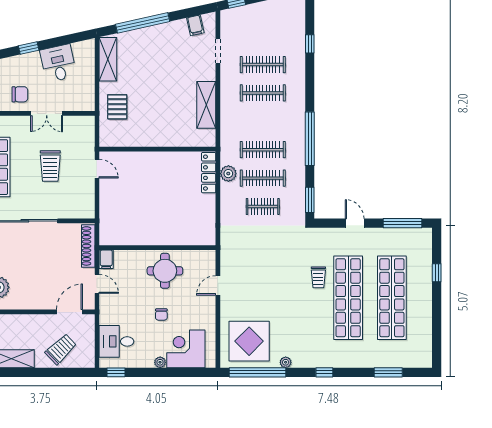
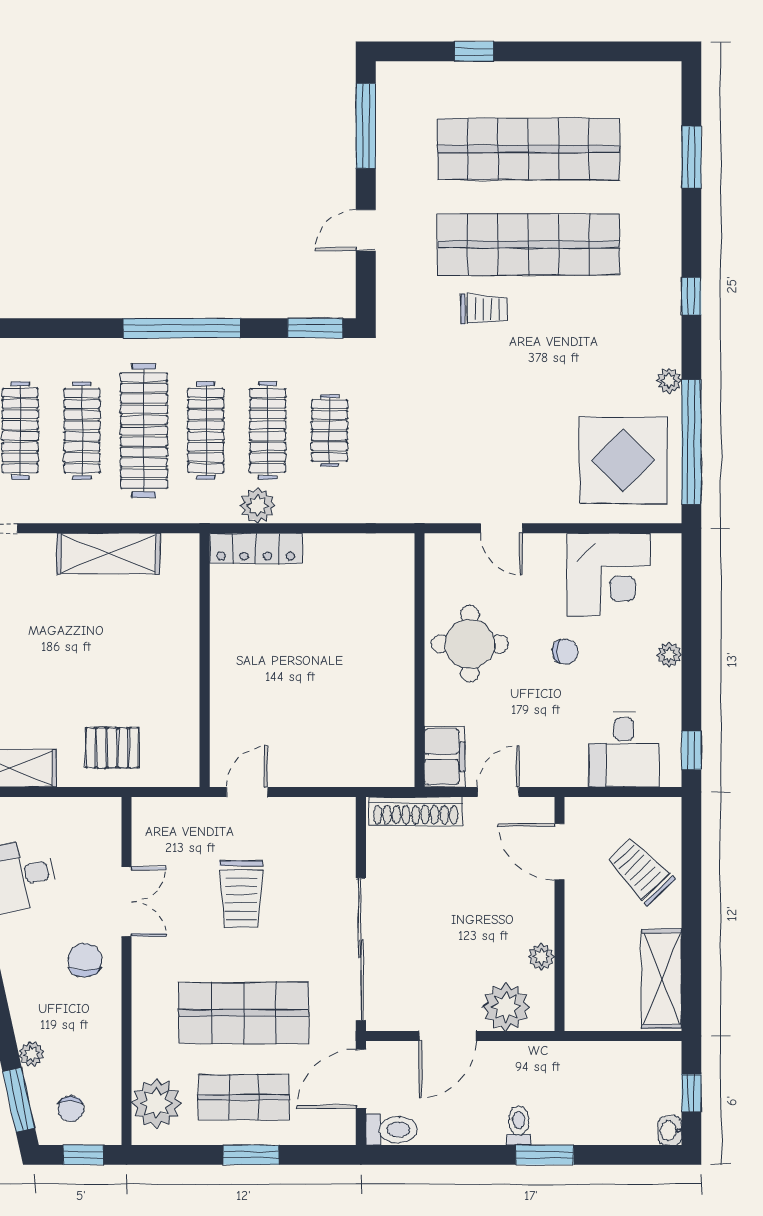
clothes rail: (263, 121) -> (144, 431), added
trolley: (50, 166) -> (241, 894), turned 90
filing cabinet: (106, 259) -> (445, 757), width x2.00
plant: (21, 304) -> (541, 957), added
corner desk: (186, 349) -> (609, 575), moved, turned -90

